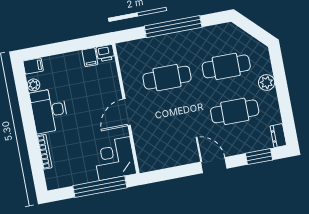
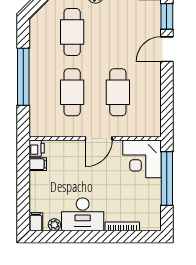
cafe table: (235, 111) -> (118, 92), moved
door: (127, 112) -> (99, 138), hinge flipped
door: (214, 165) -> (167, 49), moved

